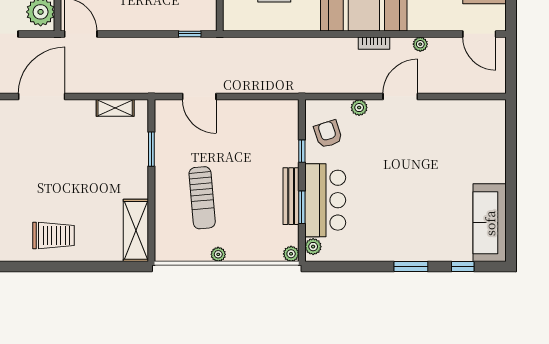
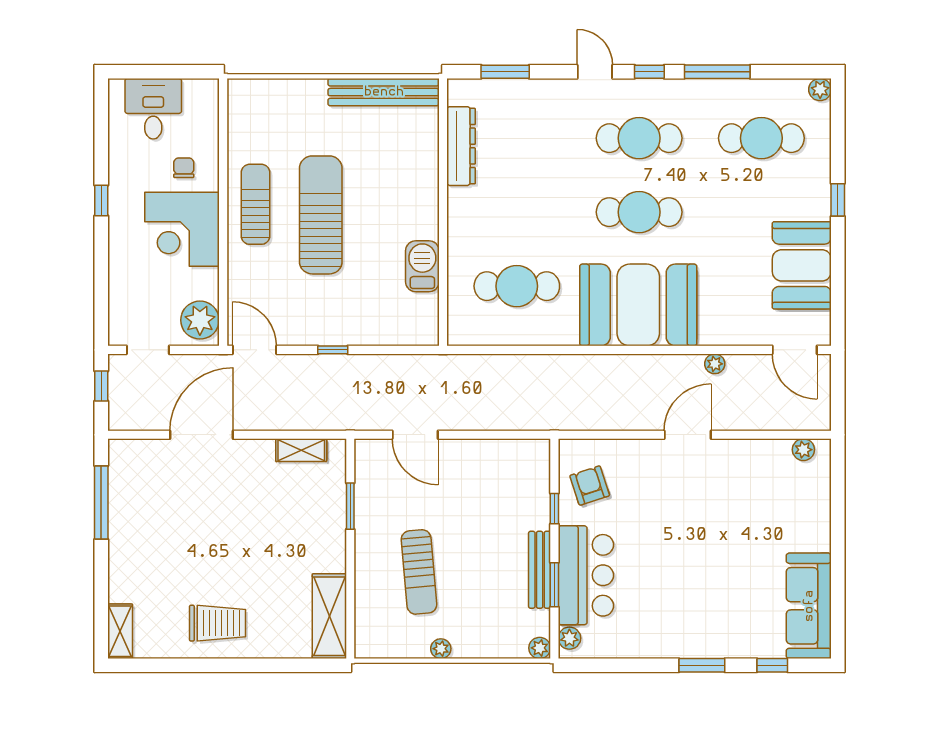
window: (190, 34) -> (333, 350), moved
bookcase: (374, 43) -> (652, 362), removed
plant: (359, 108) -> (803, 450), moved

